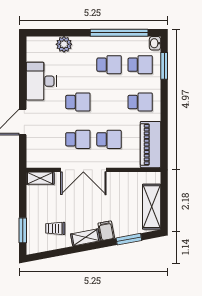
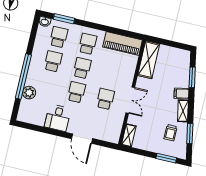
window: (119, 33) -> (23, 77), moved
desk: (41, 81) -> (58, 118), width x0.73
school desk: (109, 139) -> (82, 68), moved
double door: (83, 170) -> (130, 100), width x0.73
shelving: (152, 207) -> (149, 60), moved, turned 90
window: (60, 252) -> (190, 134), added

